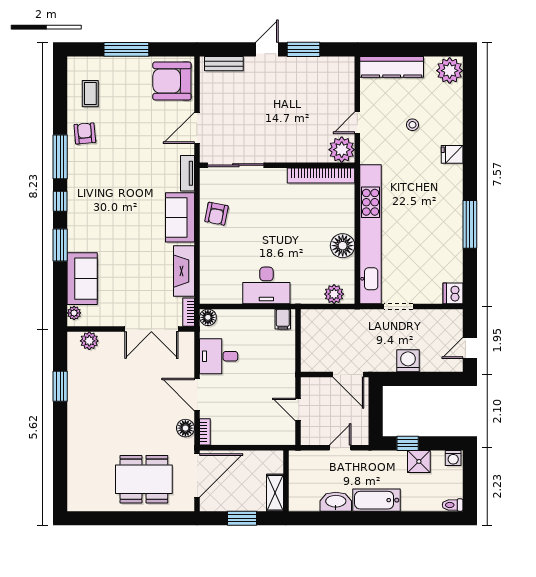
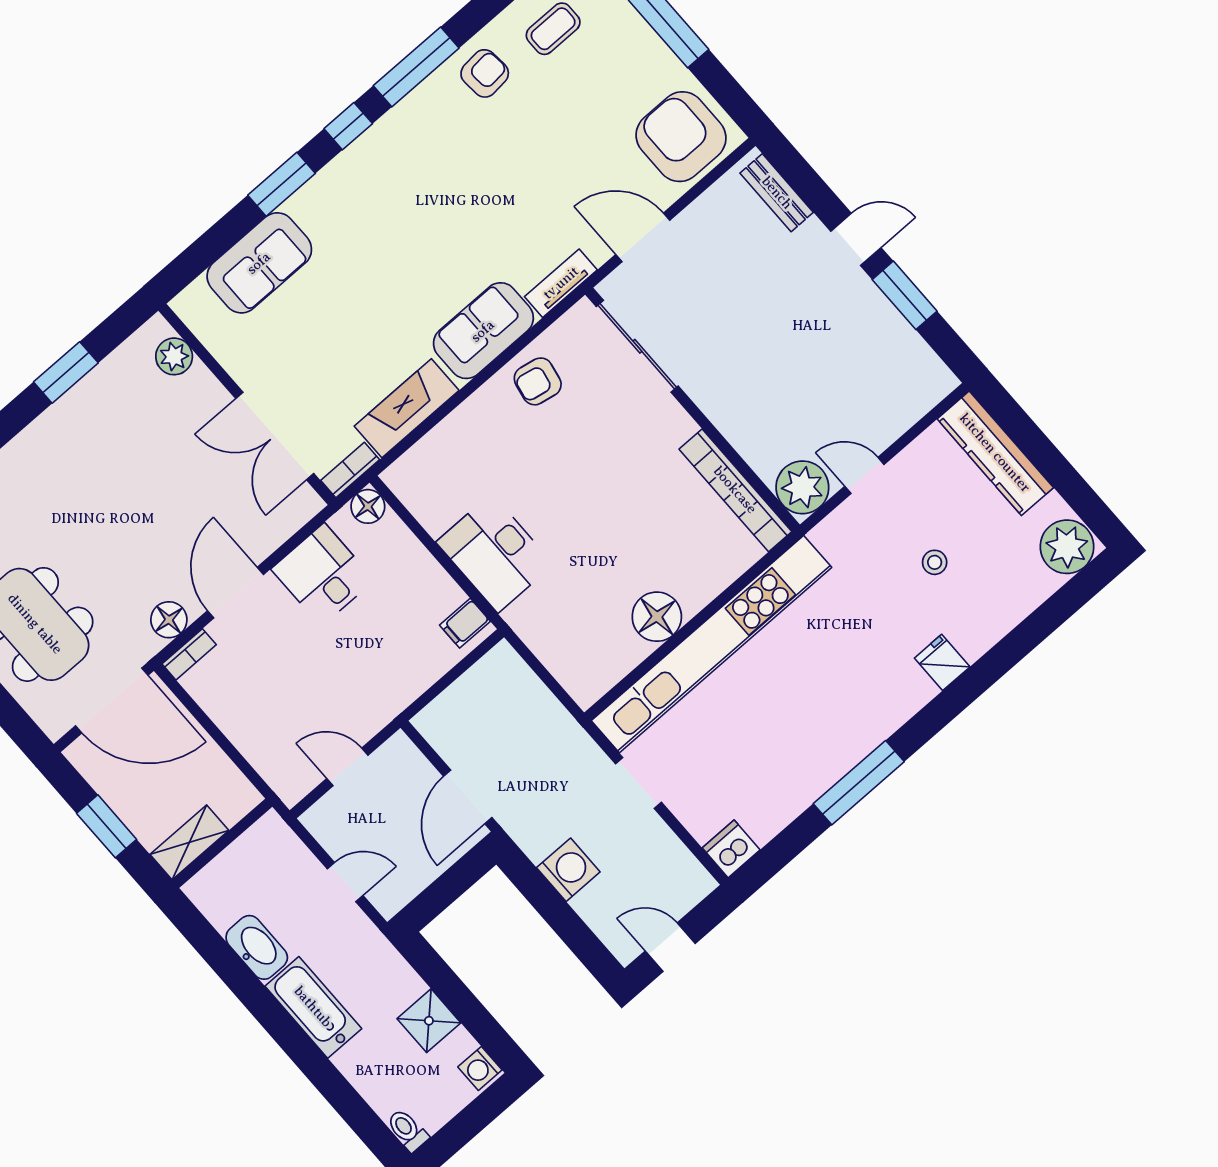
plant: (334, 294) -> (571, 668), removed
plant: (74, 313) -> (196, 296), removed
door: (298, 410) -> (347, 767), hinge flipped
window: (408, 443) -> (442, 979), removed

